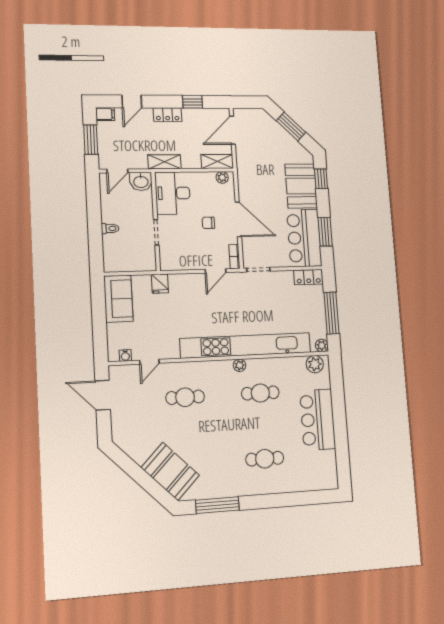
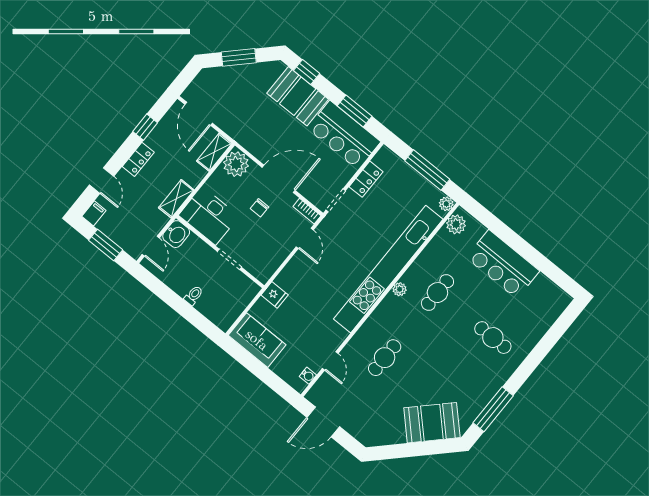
plant: (222, 177) -> (236, 164), width x1.88, depth x1.88
locker: (308, 277) -> (366, 179), moved
cafe table: (265, 459) -> (493, 338), turned 90

